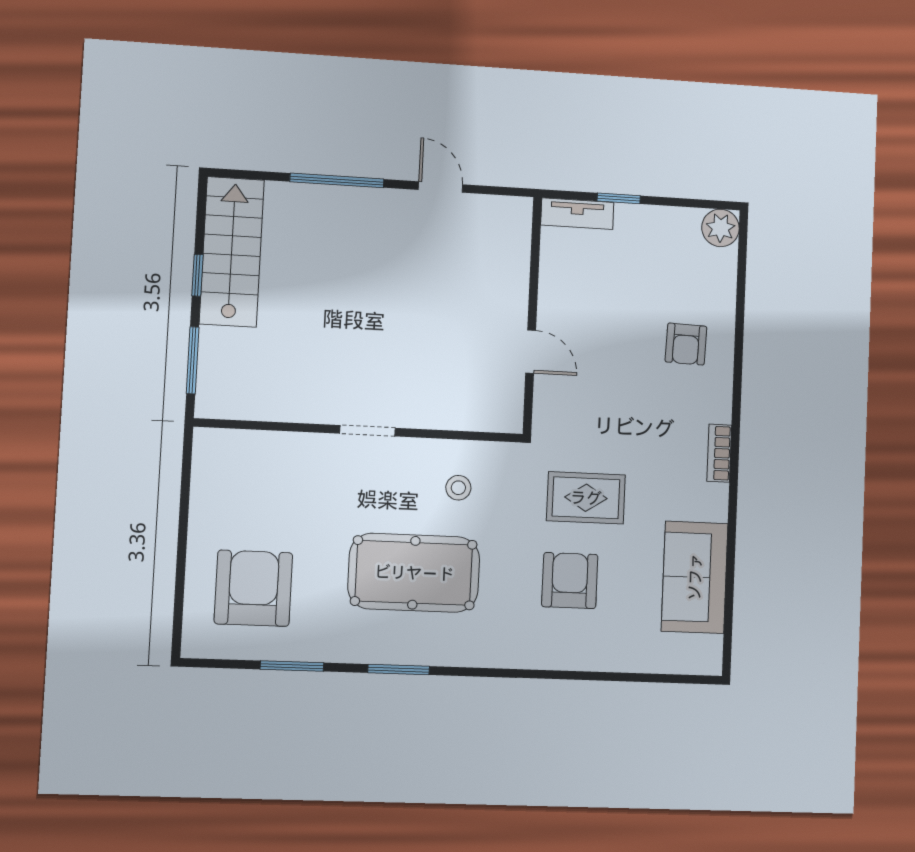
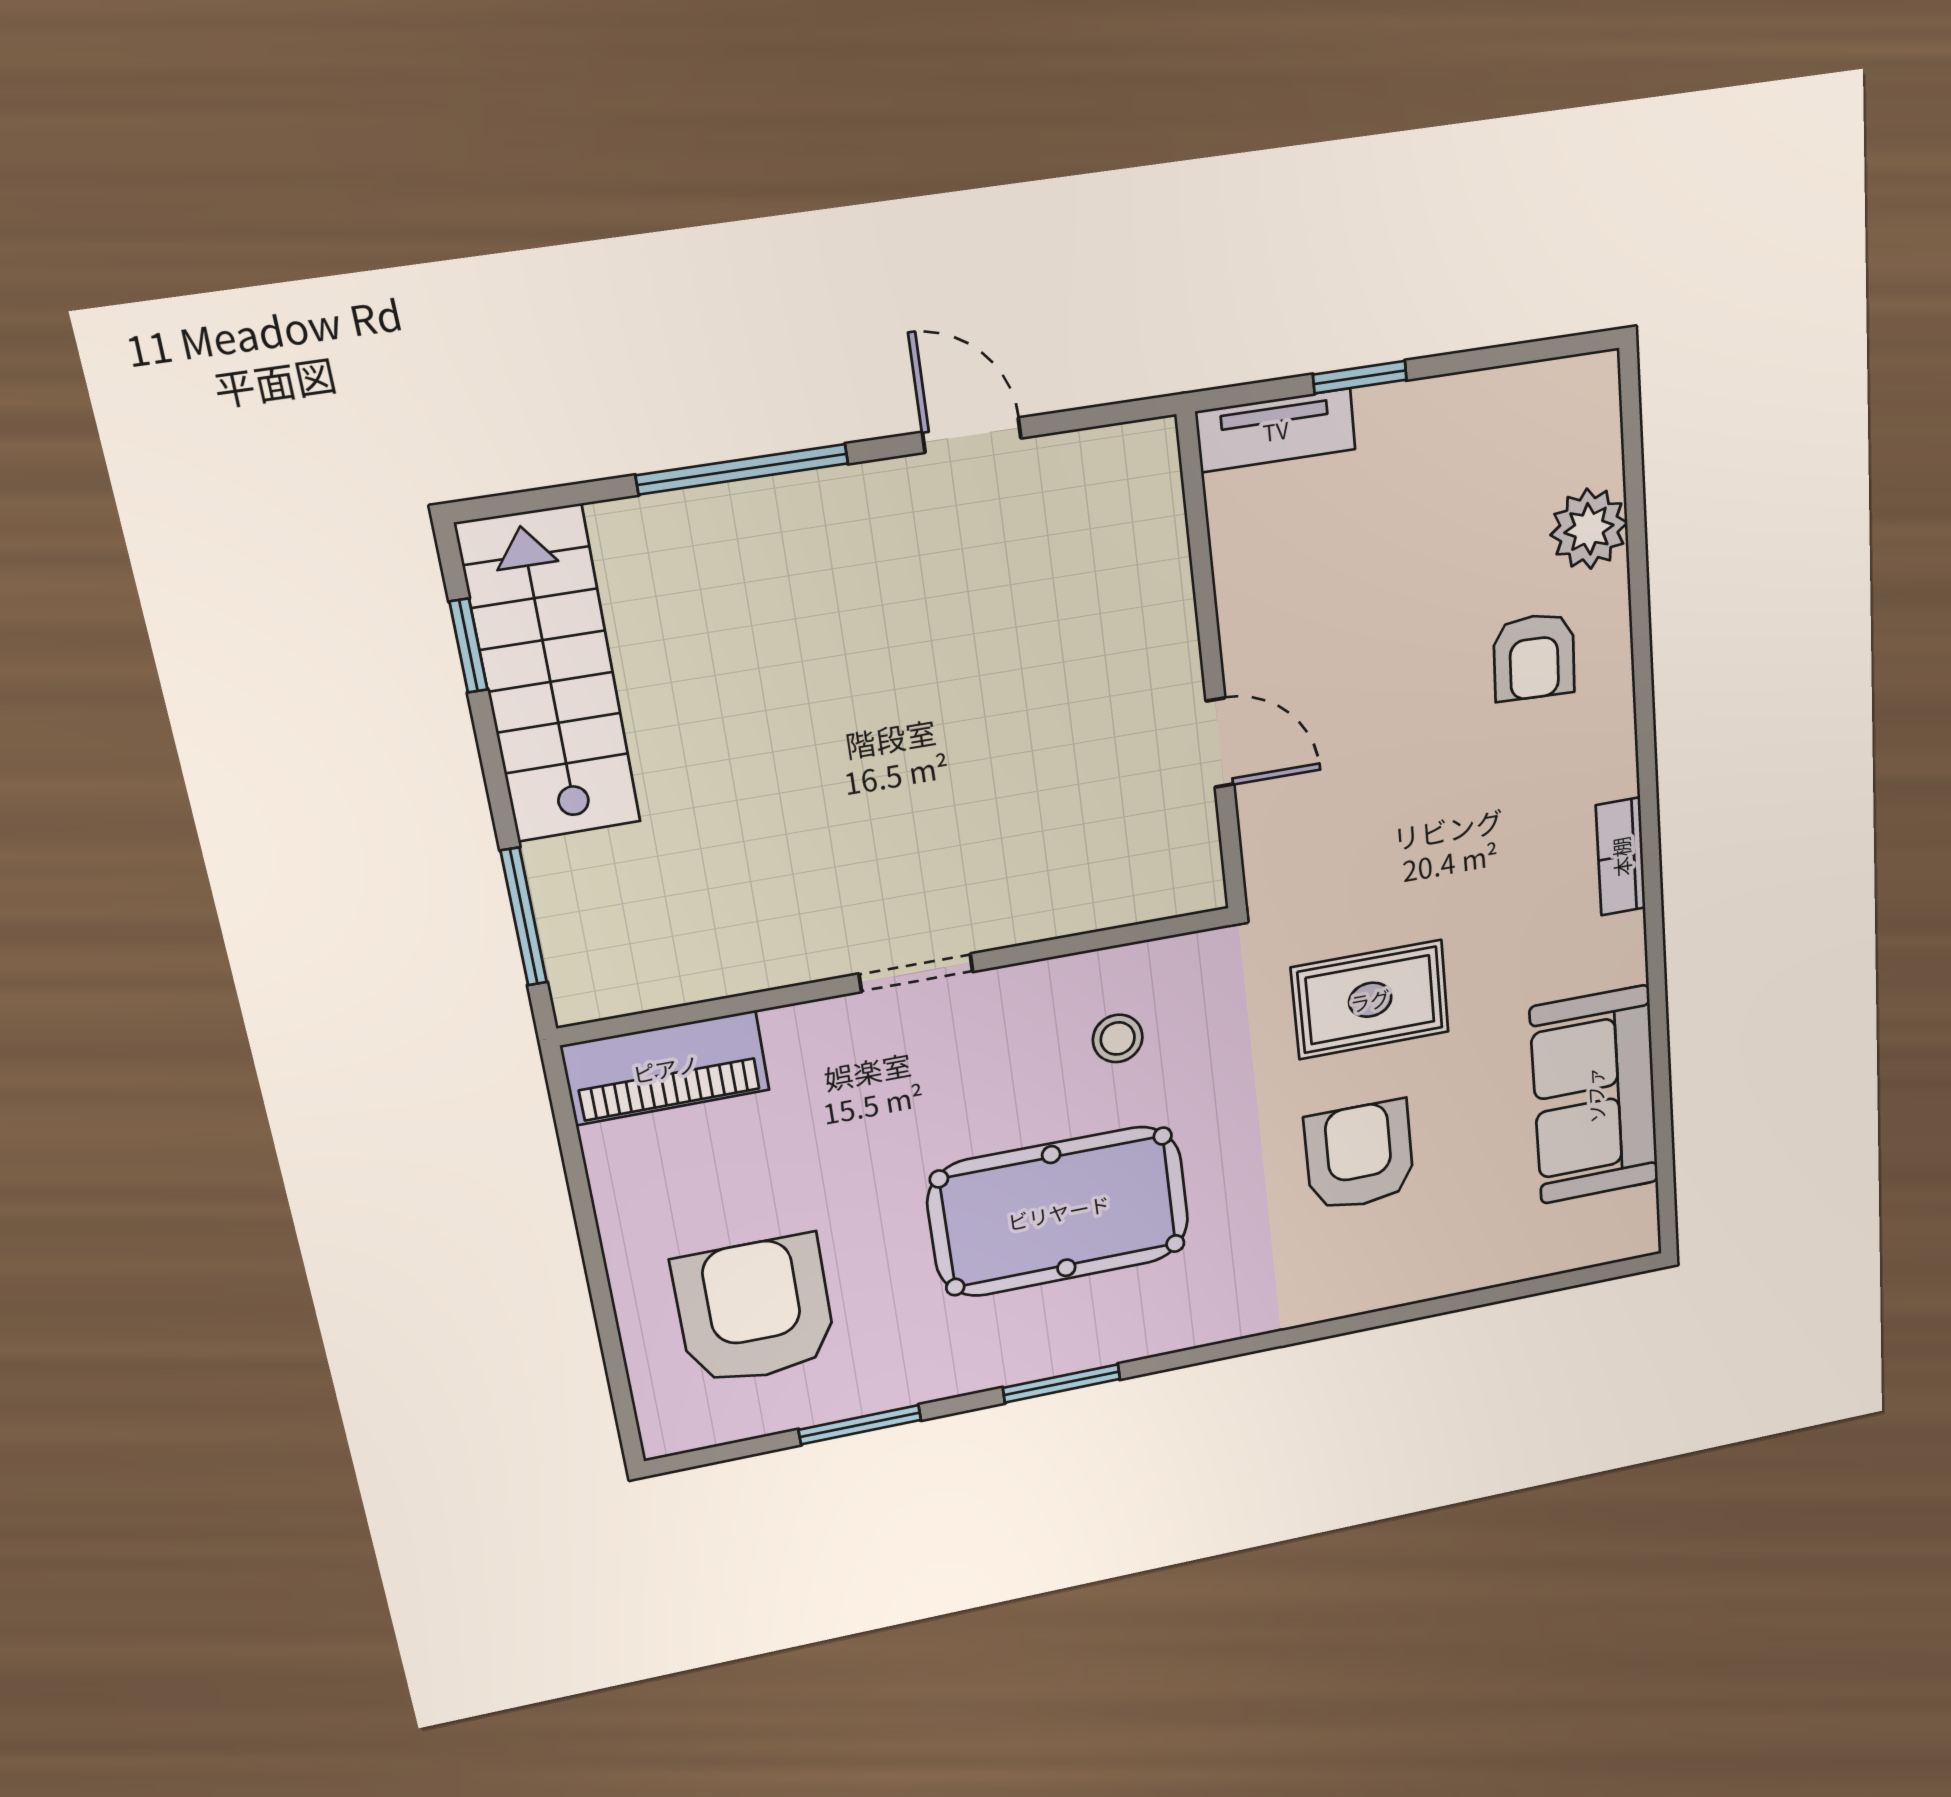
plant: (721, 228) -> (1589, 529), moved
window: (197, 275) -> (468, 646), moved
piano: (240, 450) -> (666, 1068), added

